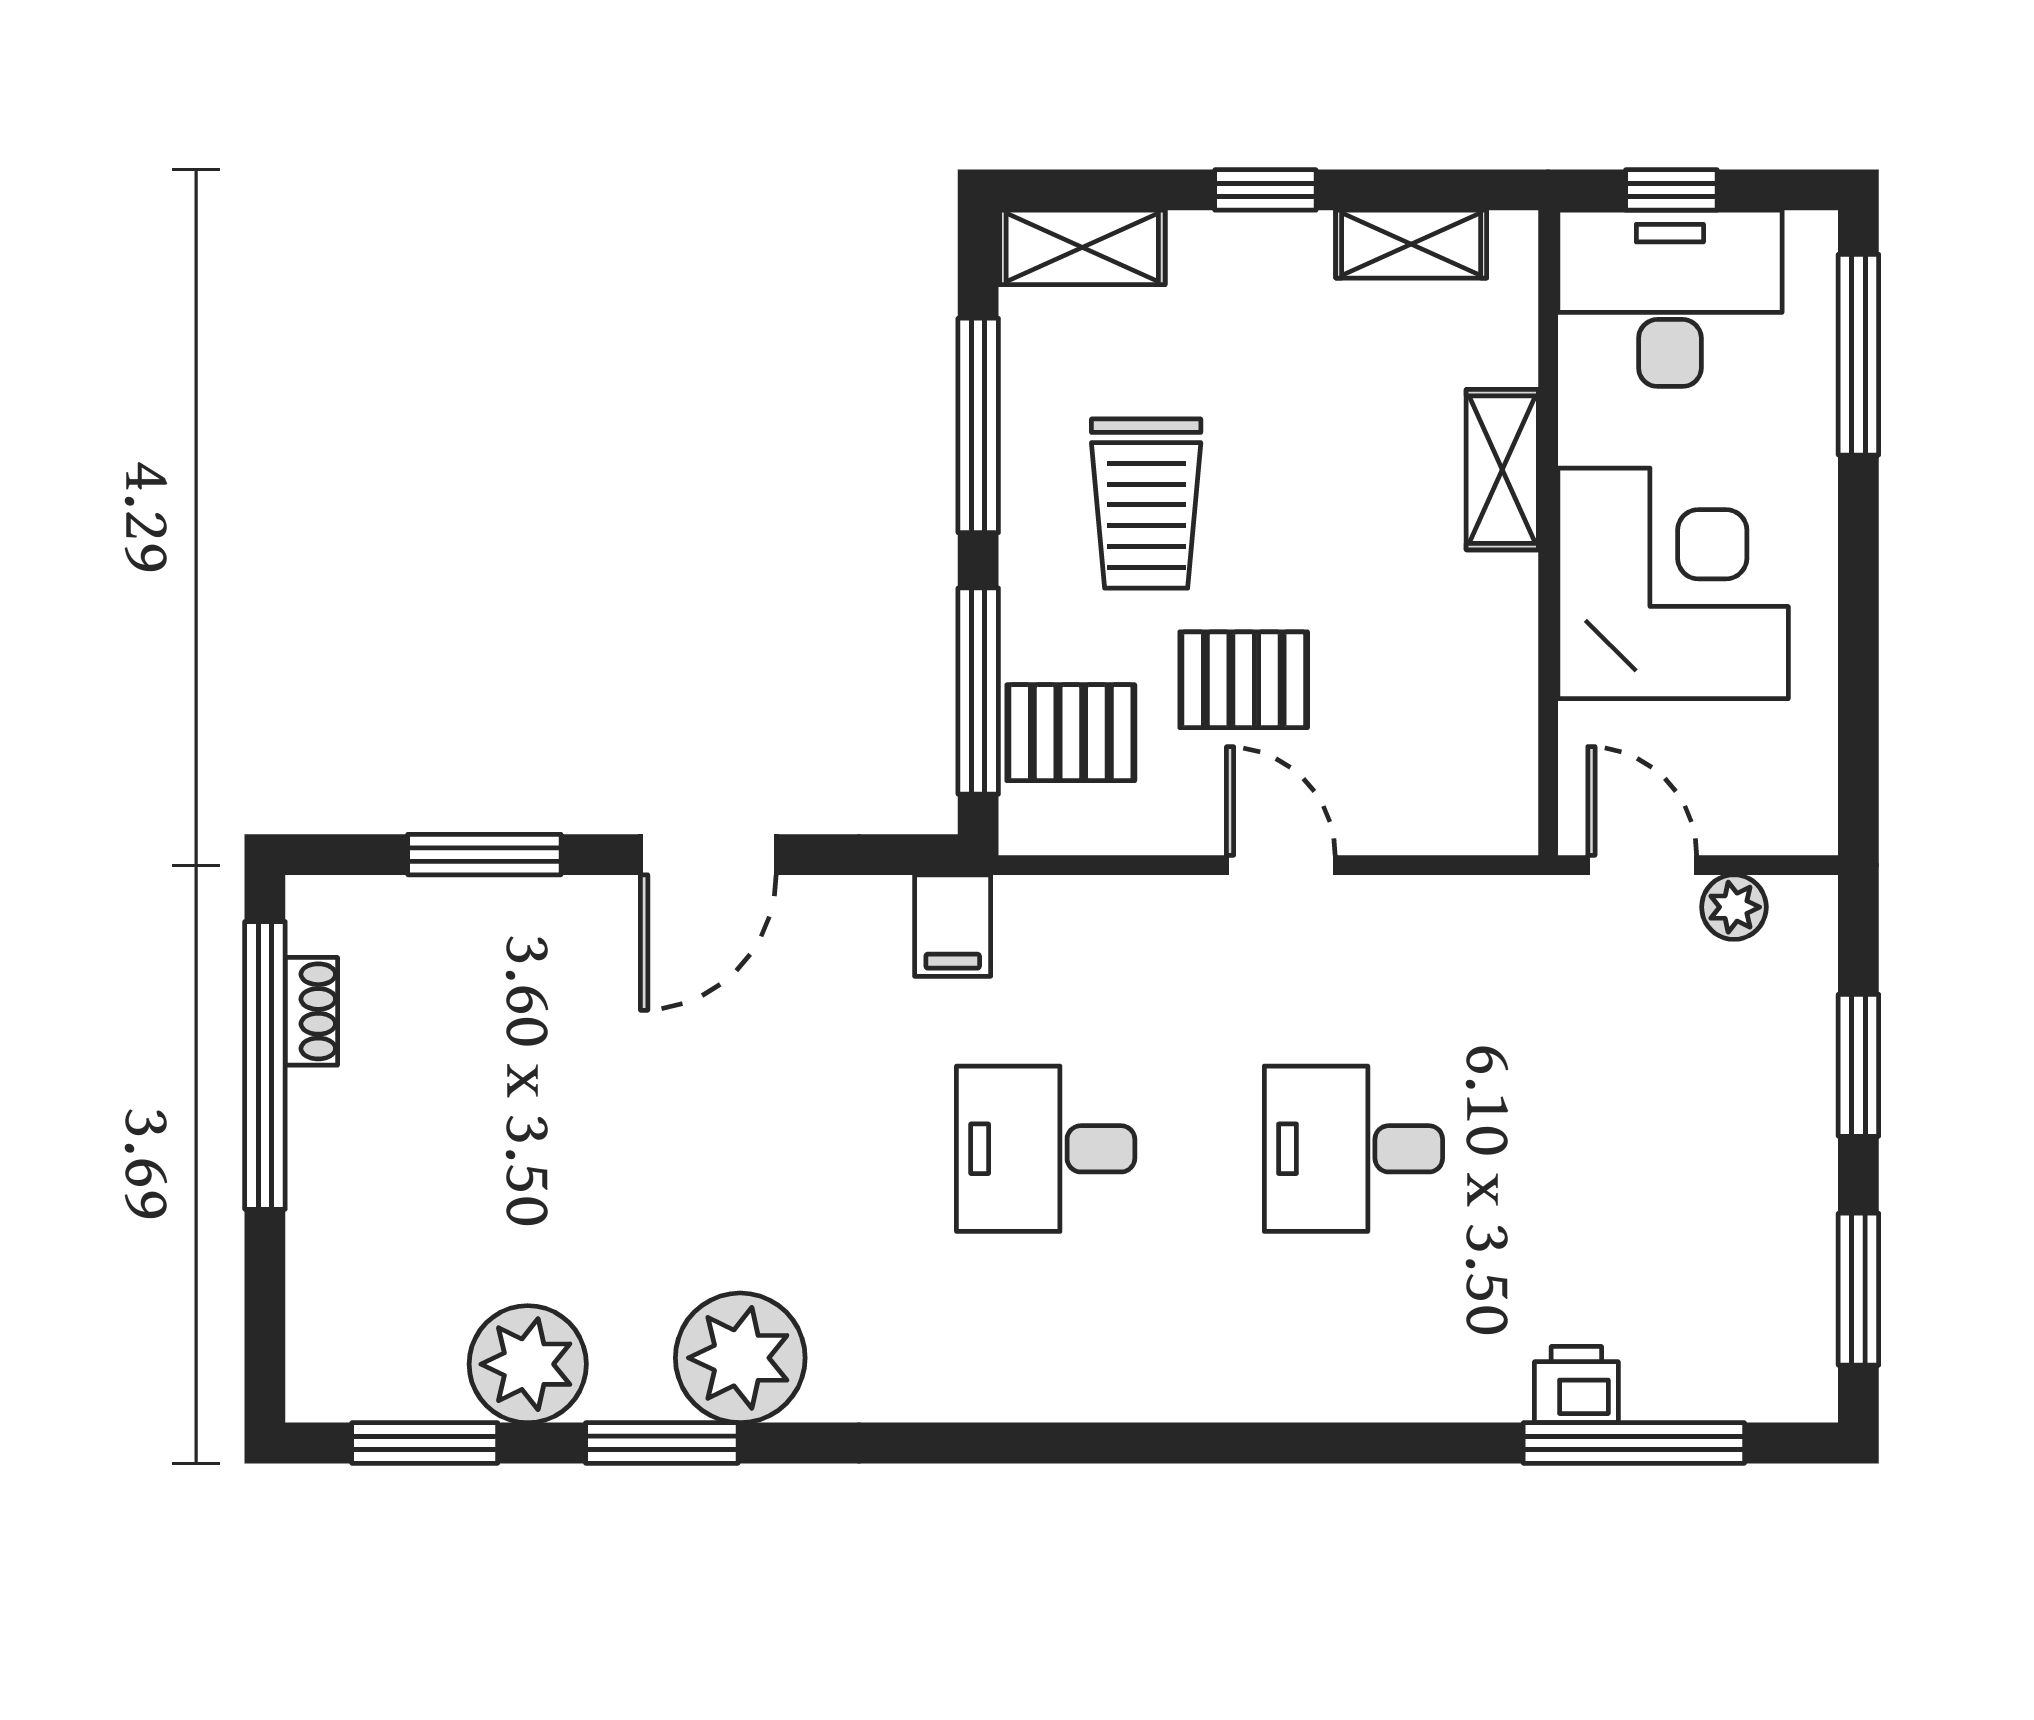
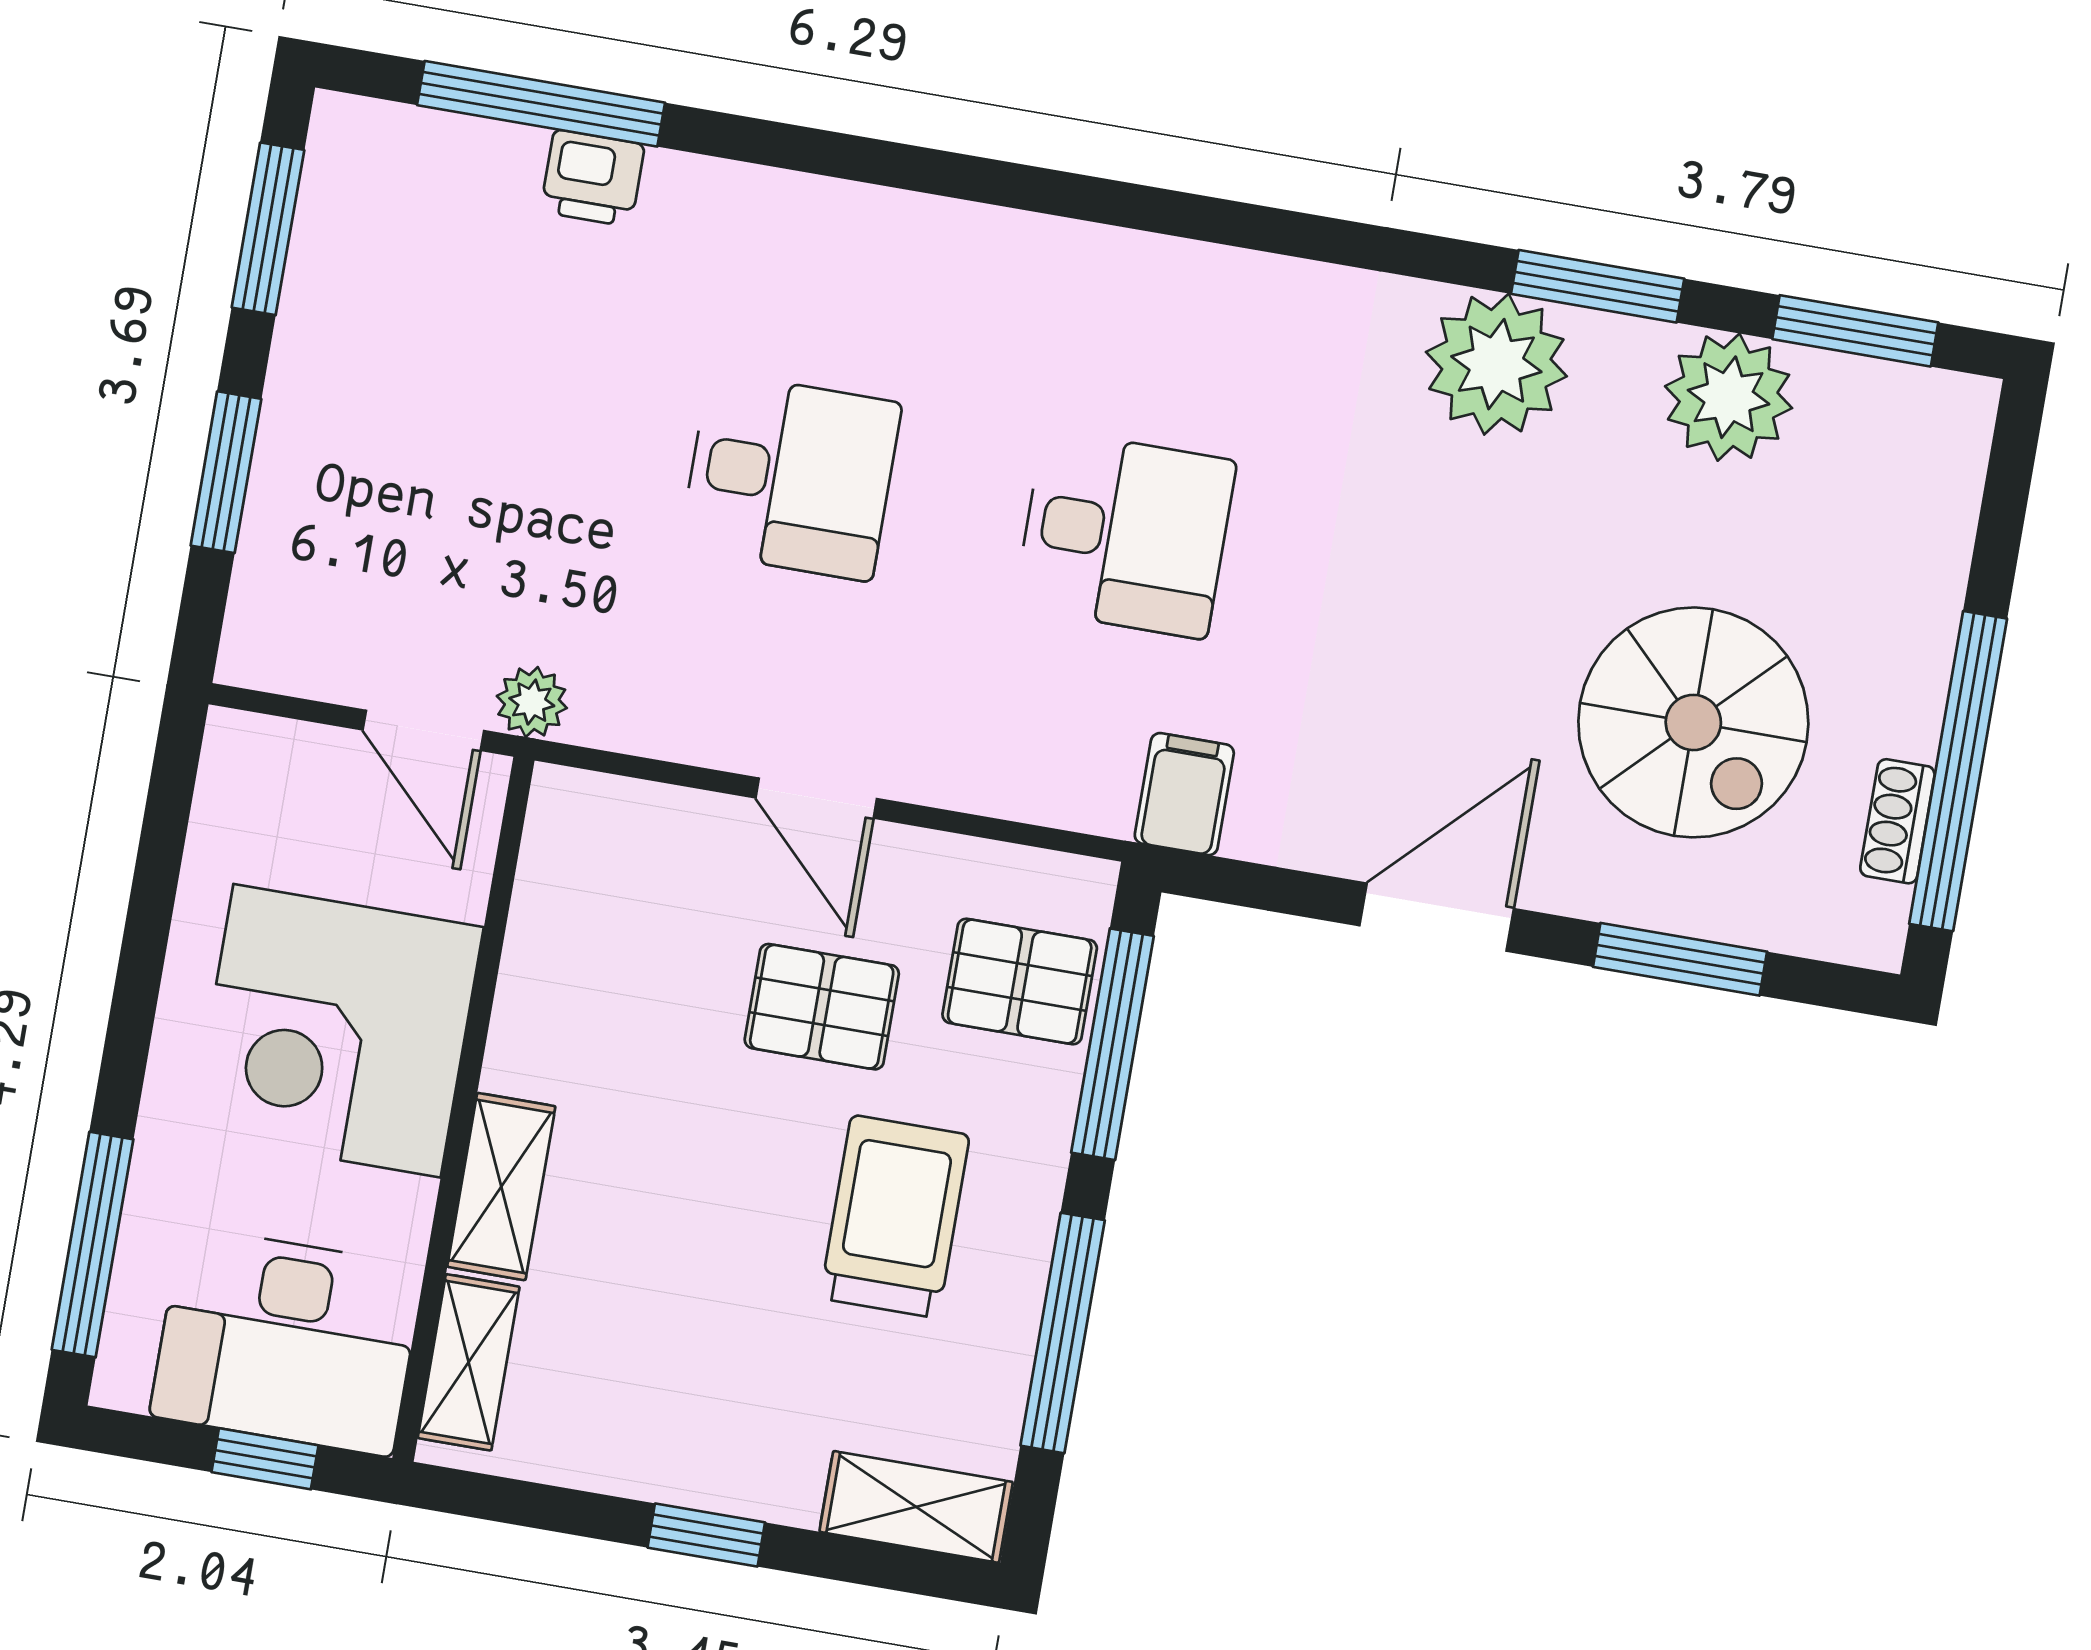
shelving: (1411, 244) -> (469, 1362), moved, turned 90
plant: (1734, 907) -> (532, 702), moved
spiral stairs: (509, 1068) -> (1693, 722), added

